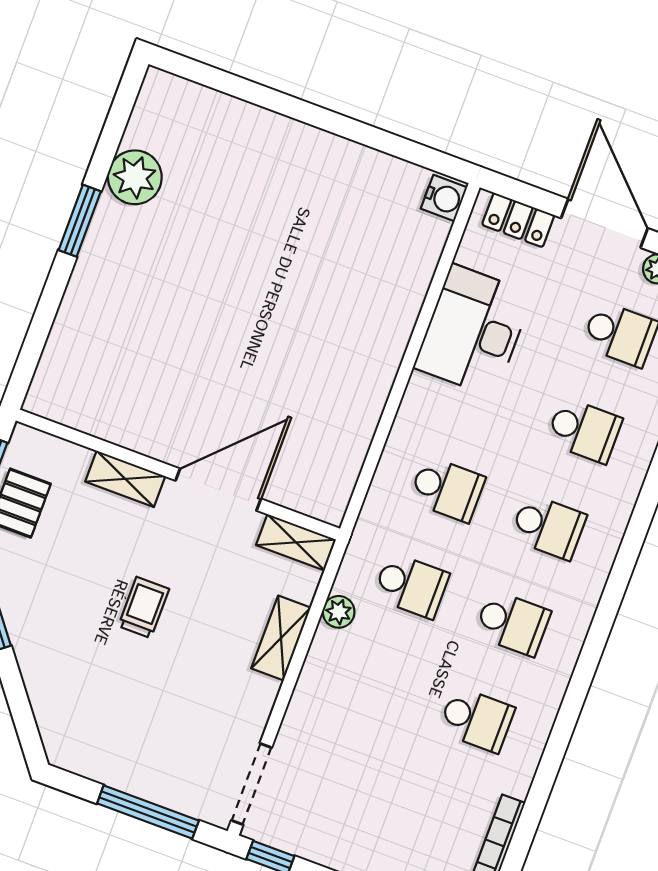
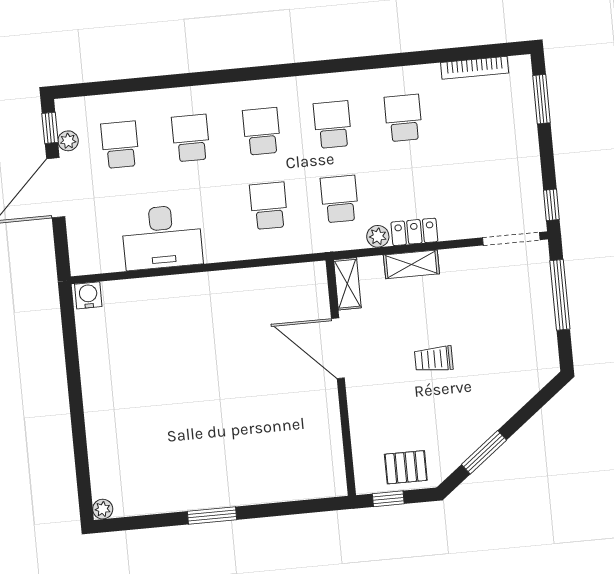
plant: (135, 177) -> (103, 509), moved, width x0.53, depth x0.53
locker: (518, 220) -> (414, 232), moved, turned -90
shelving: (125, 479) -> (359, 409), removed

